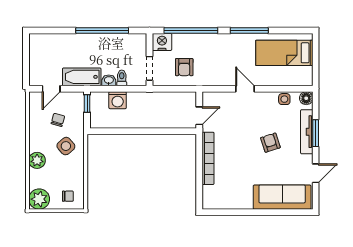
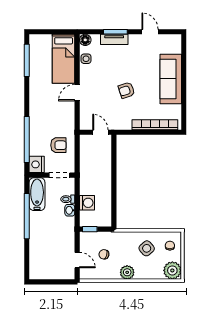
window: (249, 31) -> (27, 60), moved
bed: (284, 53) -> (64, 59), moved
bathtub: (82, 77) -> (37, 194), moved, turned 180
tv unit: (307, 132) -> (114, 39), width x0.71
armchair: (270, 143) -> (126, 90), moved
side table: (66, 146) -> (147, 248), moved
bookcase: (208, 158) -> (155, 125), moved
plant: (37, 160) -> (127, 272), moved
sofa: (282, 197) -> (171, 79), moved

